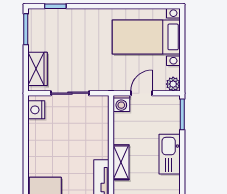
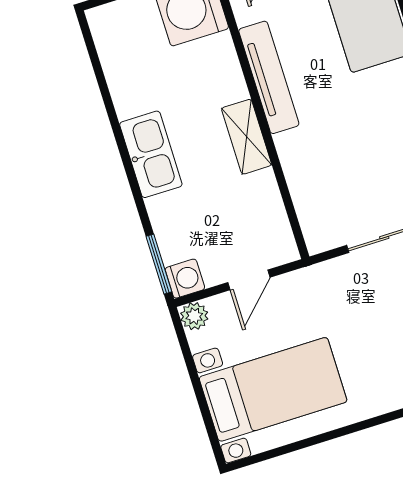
washing machine: (121, 103) -> (185, 279), moved, turned 90
kitchen sink: (170, 154) -> (151, 154), moved

